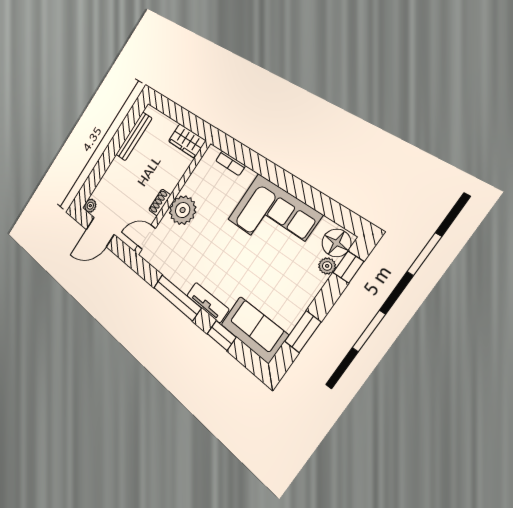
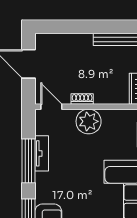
plant: (90, 206) -> (41, 39), removed
tv unit: (208, 302) -> (42, 153), moved

